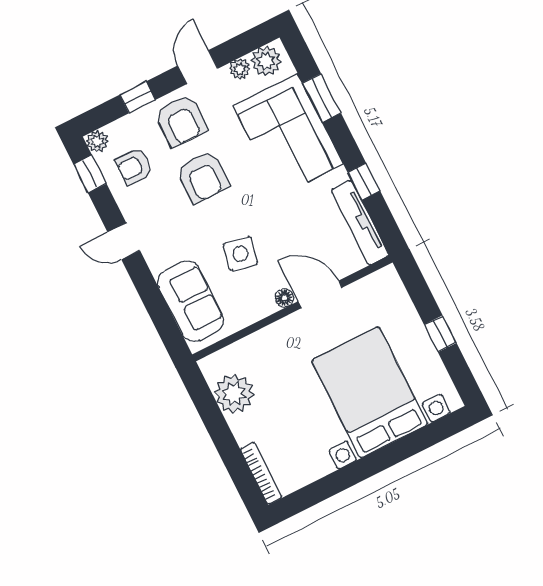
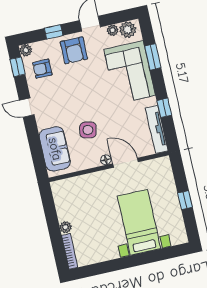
armchair: (203, 177) -> (78, 84), removed
bed with nightstands: (370, 392) -> (139, 222), width x0.73
plant: (234, 394) -> (66, 227), moved, width x0.53, depth x0.53

